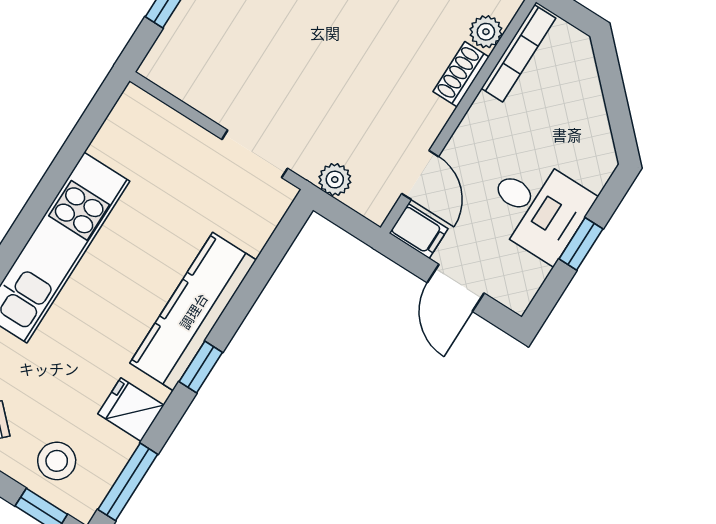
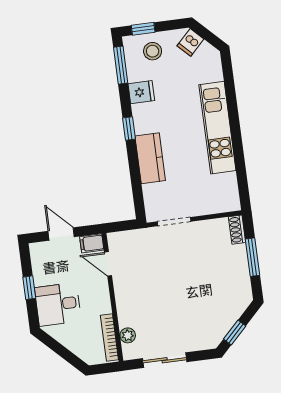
shoe rack: (461, 74) -> (237, 230), moved, turned 180
plant: (335, 180) -> (137, 237), removed
desk: (538, 208) -> (58, 304), moved
kitchen counter: (193, 311) -> (150, 158), width x0.67

